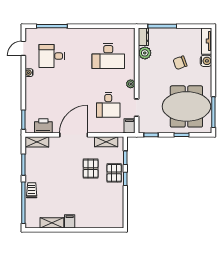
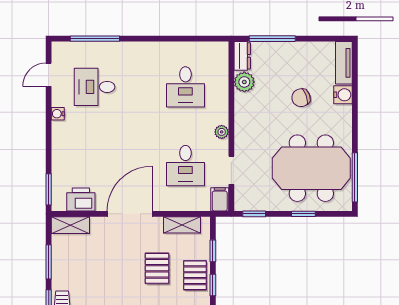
desk: (108, 56) -> (185, 87), width x0.73

